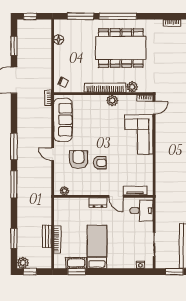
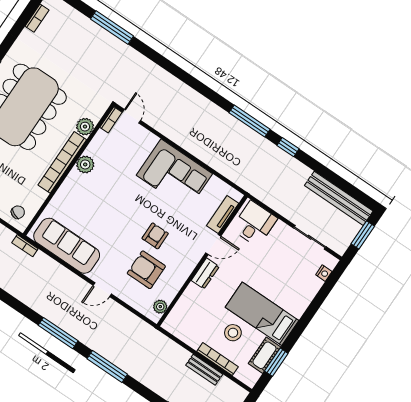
corner sofa: (139, 135) -> (174, 175), moved
armchair: (78, 159) -> (146, 270), moved
stool: (77, 238) -> (233, 333), added

